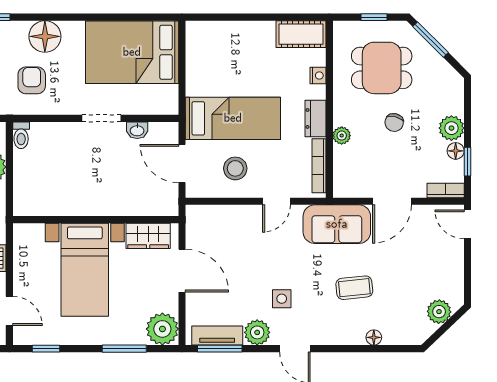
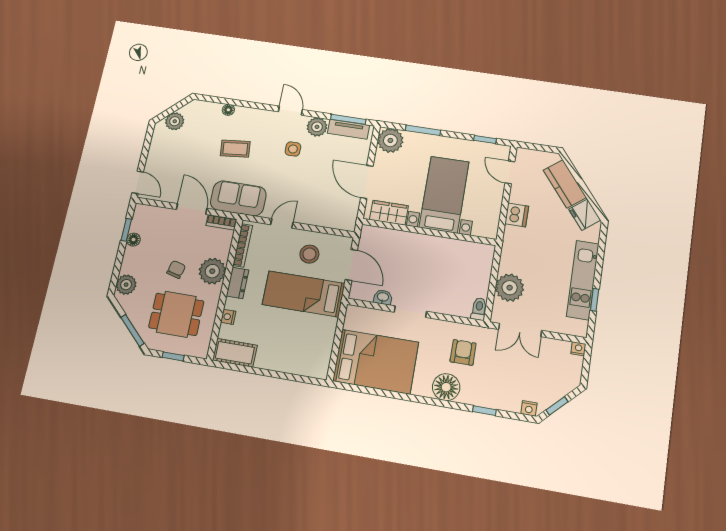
armchair: (32, 80) -> (463, 352), turned 180
plant: (451, 128) -> (126, 285), moved
plant: (342, 136) -> (212, 271), width x1.88, depth x1.88
bookcase: (446, 190) -> (221, 222), moved
door: (392, 201) -> (192, 209), hinge flipped

